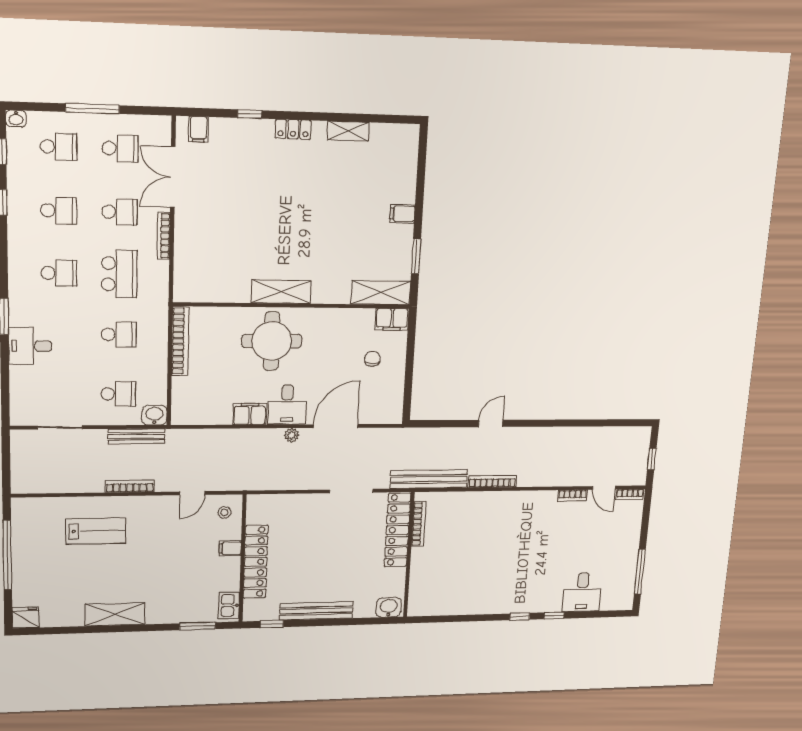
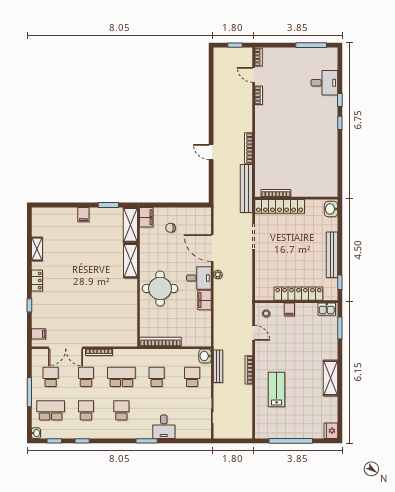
school desk: (59, 147) -> (51, 410), width x1.85
shelving: (281, 292) -> (131, 261), moved
door: (604, 488) -> (254, 75), swing flipped

